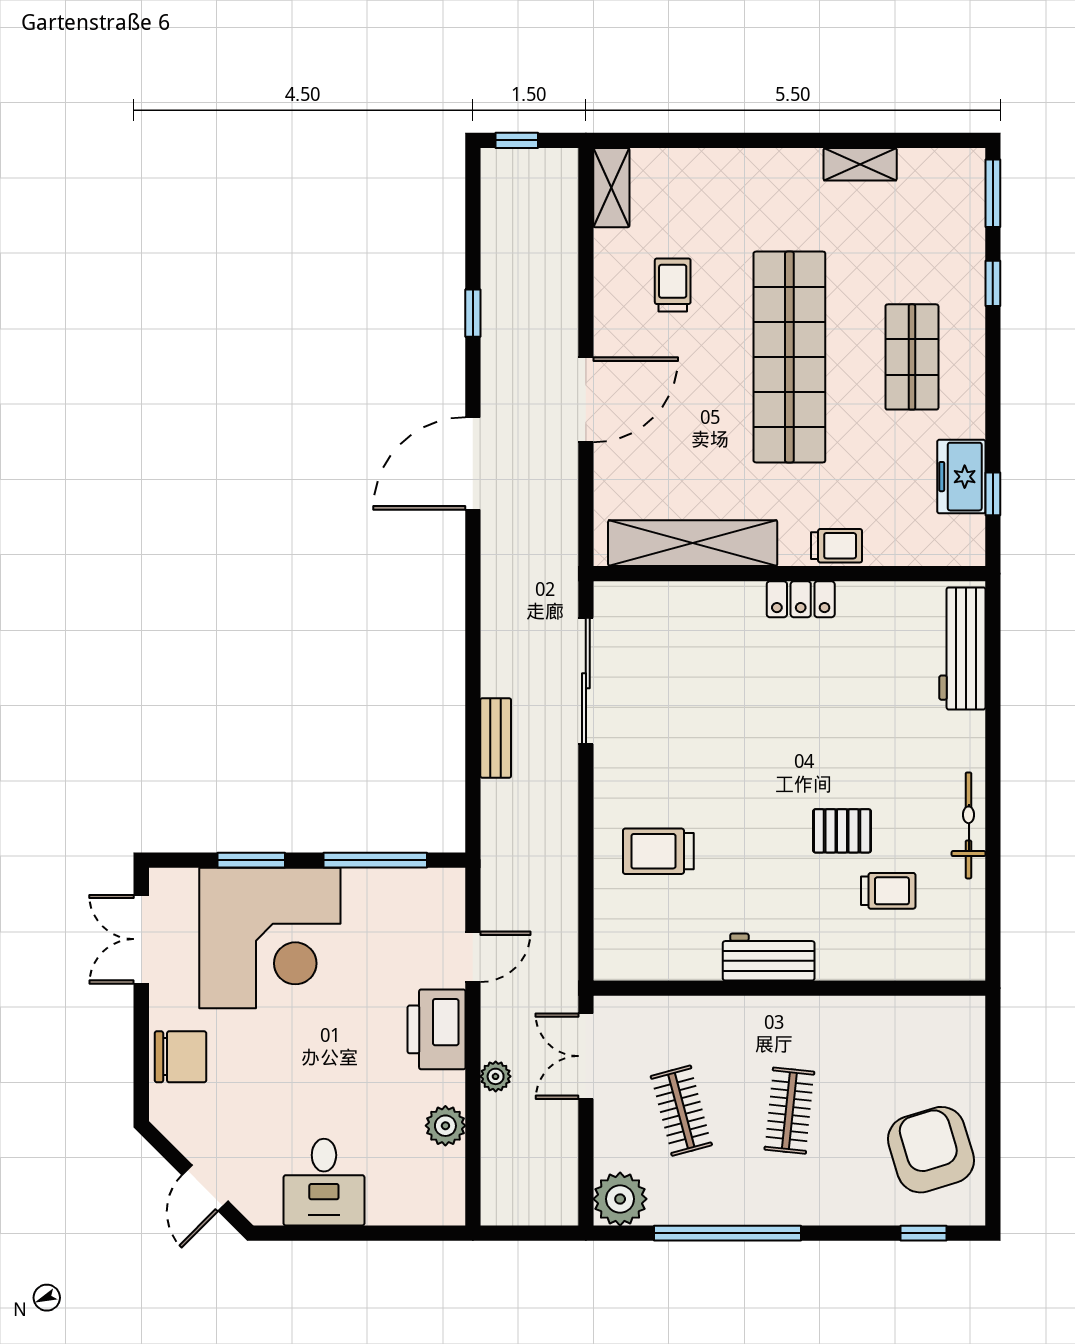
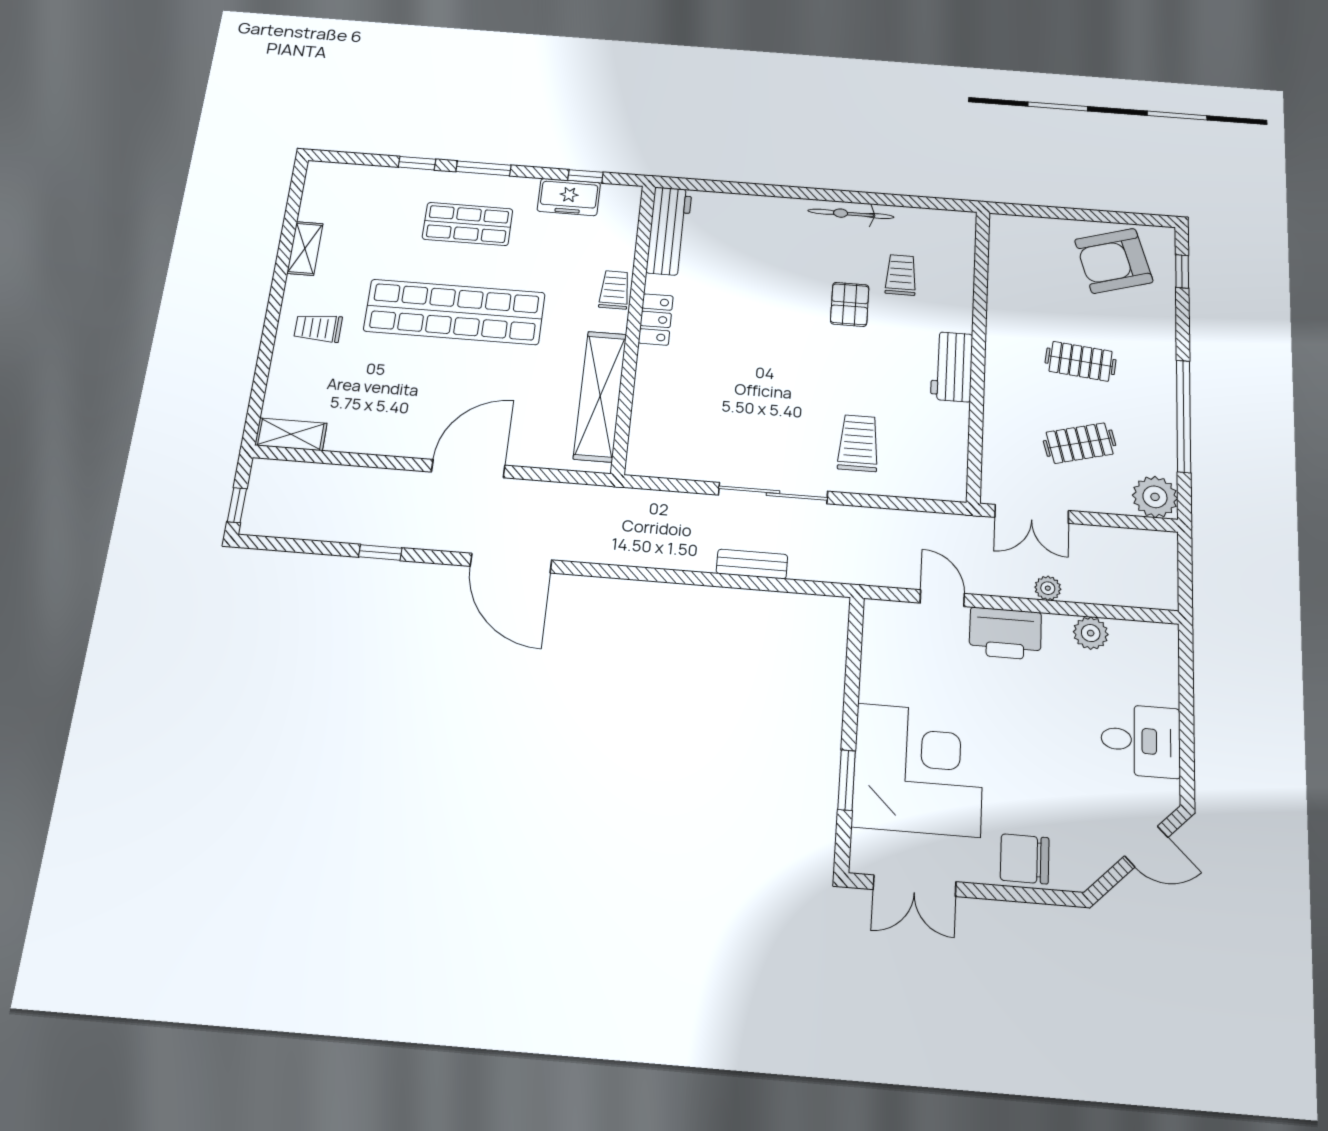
window: (993, 193) -> (483, 168), moved
trolley: (673, 285) -> (318, 328), moved
door: (586, 400) -> (468, 469), hinge flipped
workbench: (962, 648) -> (669, 231), moved, turned -90
sliding door: (586, 681) -> (773, 493), moved
trolley: (658, 851) -> (858, 443), turned 180
window: (375, 860) -> (853, 673), removed
chair: (180, 1057) -> (1025, 859), turned -90

